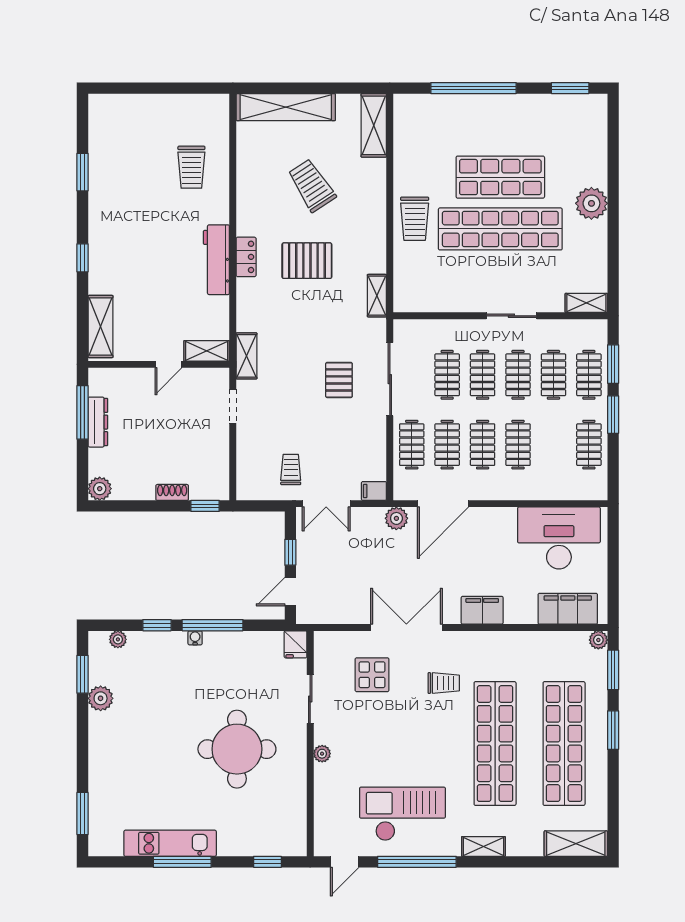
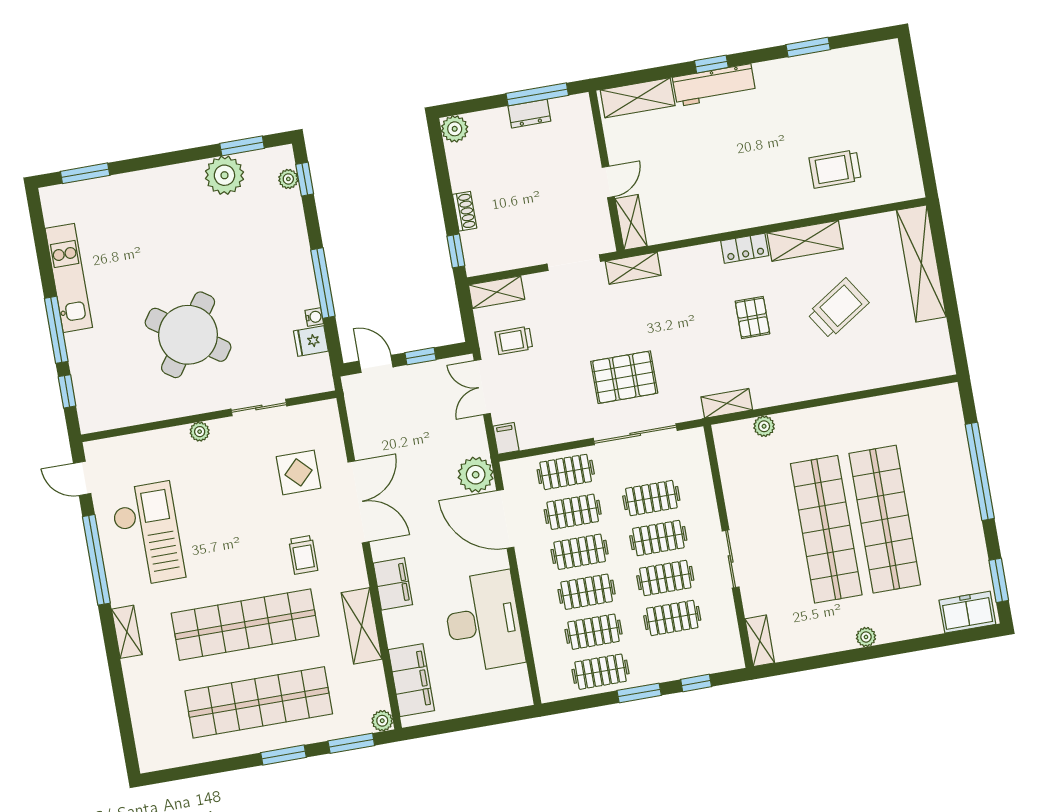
freezer: (593, 120) -> (967, 612), added
shelving: (374, 125) -> (805, 241), moved
shop shelf: (500, 177) -> (885, 519), width x1.40
plant: (591, 203) -> (866, 637), width x0.53, depth x0.53
trolley: (415, 219) -> (821, 431), removed
workbench: (216, 260) -> (714, 85), moved, turned 180
pallet: (307, 261) -> (752, 318), width x0.67, depth x0.71
plant: (402, 267) -> (764, 426), added
door: (168, 364) -> (608, 182), swing flipped
window: (613, 364) -> (696, 683), width x0.67
clothes rail: (589, 375) -> (594, 632), moved
pallet: (339, 380) -> (624, 377), width x1.50, depth x1.42
doorway: (233, 406) -> (574, 263), width x1.38
dresser: (98, 422) -> (529, 114), width x0.70
trolley: (291, 469) -> (514, 340), turned 180
shelving: (247, 477) -> (497, 292), added
plant: (396, 518) -> (476, 475), width x1.36, depth x1.36
desk: (559, 538) -> (483, 622), moved
window: (157, 625) -> (305, 179), moved
water cooler: (195, 638) -> (314, 317), moved
fridge: (296, 644) -> (311, 341), moved
plant: (101, 698) -> (224, 175), width x1.36, depth x1.36
round table: (237, 749) -> (188, 335), turned 35
shelving: (576, 844) -> (362, 626), moved
window: (182, 862) -> (56, 330), moved

